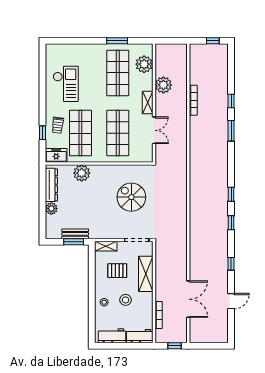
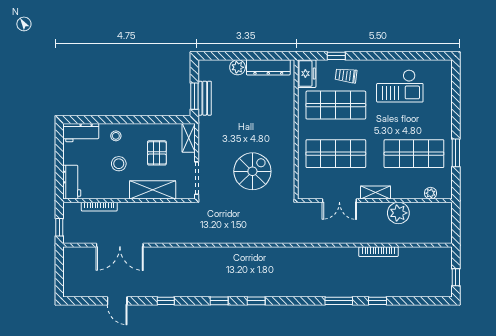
plant: (144, 64) -> (431, 193), width x0.53, depth x0.53
plant: (82, 173) -> (284, 107), removed
workbench: (112, 336) -> (81, 133), moved, turned 90

